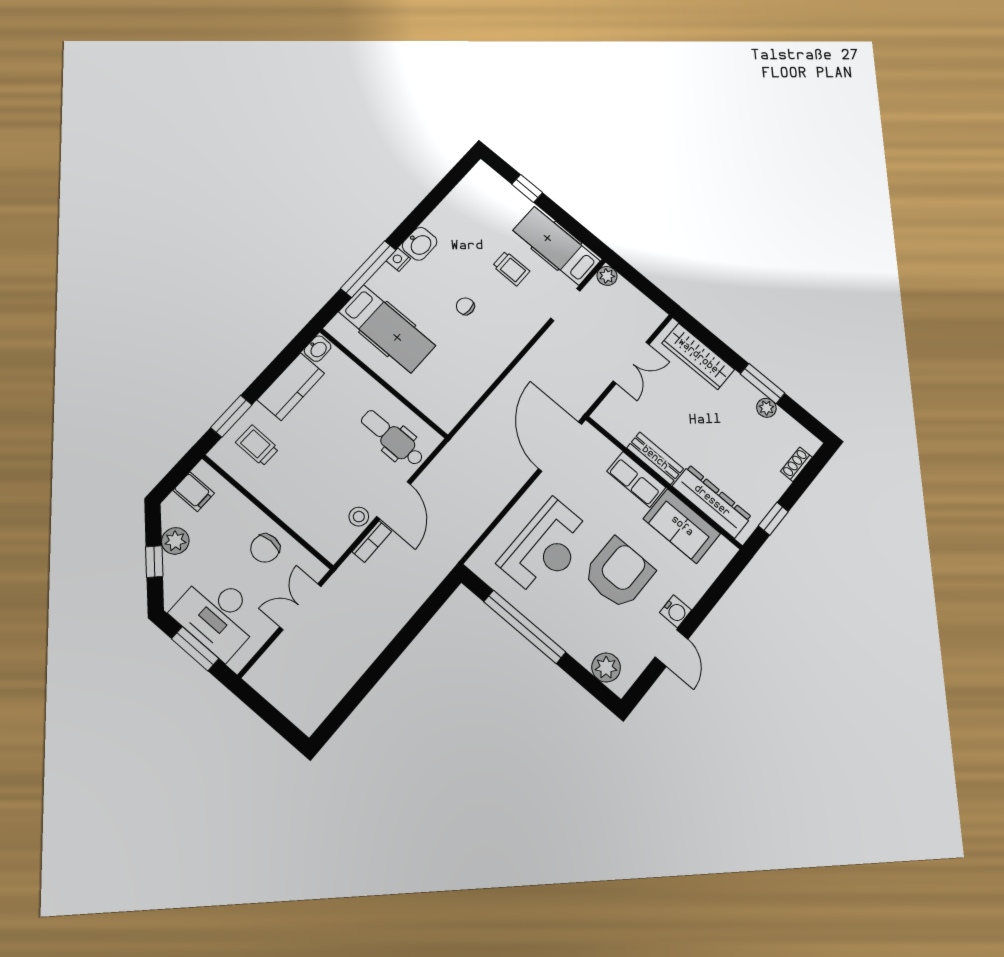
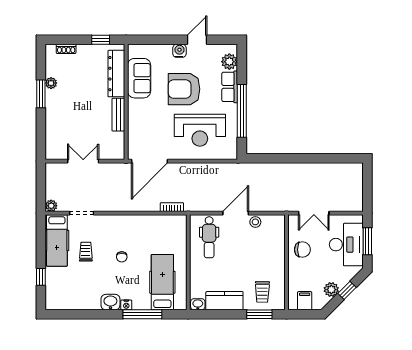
wardrobe: (698, 356) -> (54, 133), removed
row of seats: (636, 479) -> (230, 87), moved, turned 180
bookcase: (372, 542) -> (172, 207), moved
reception desk: (546, 548) -> (200, 130), turned 180

